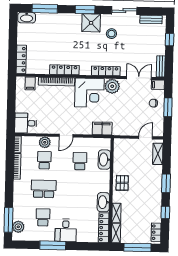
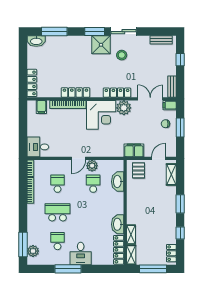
sliding door: (124, 11) -> (123, 32), moved
filing cabinet: (102, 128) -> (134, 150), moved
plant: (45, 142) -> (92, 166), moved
pallet: (122, 183) -> (139, 170), moved

